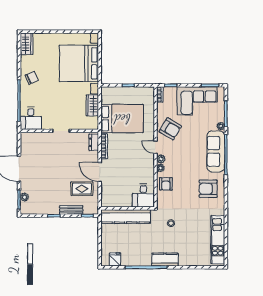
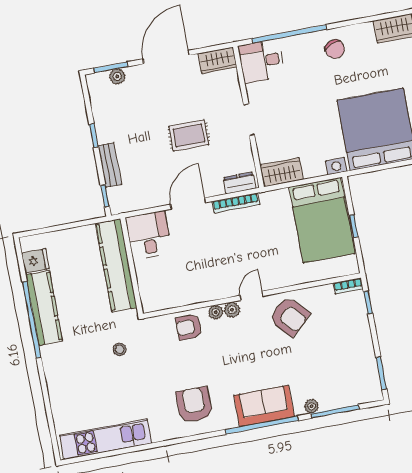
corner sofa: (197, 101) -> (349, 355), removed
wardrobe: (92, 105) -> (282, 172), moved
bed: (122, 119) -> (322, 220), moved
armchair: (170, 129) -> (289, 316), turned -74
wardrobe: (26, 142) -> (217, 60), added
sofa: (216, 151) -> (264, 406), width x0.73
rug: (82, 189) -> (189, 136), moved, turned 90
desk: (143, 195) -> (149, 235), moved, turned 90
kitchen counter: (165, 260) -> (44, 308), moved, width x1.50

